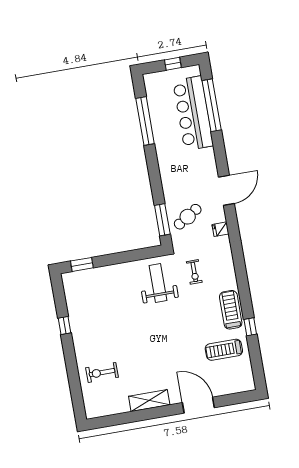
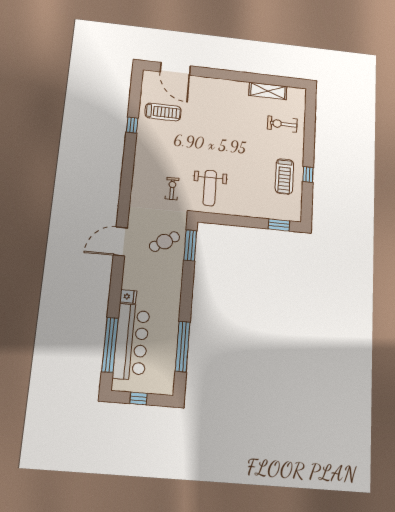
door: (226, 190) -> (120, 241), moved
fridge: (220, 229) -> (128, 296), moved
treadmill: (231, 310) -> (284, 176), moved
exercise bike: (102, 372) -> (282, 124), turned 180
shelving: (149, 401) -> (268, 91), moved
door: (198, 405) -> (175, 69), moved

